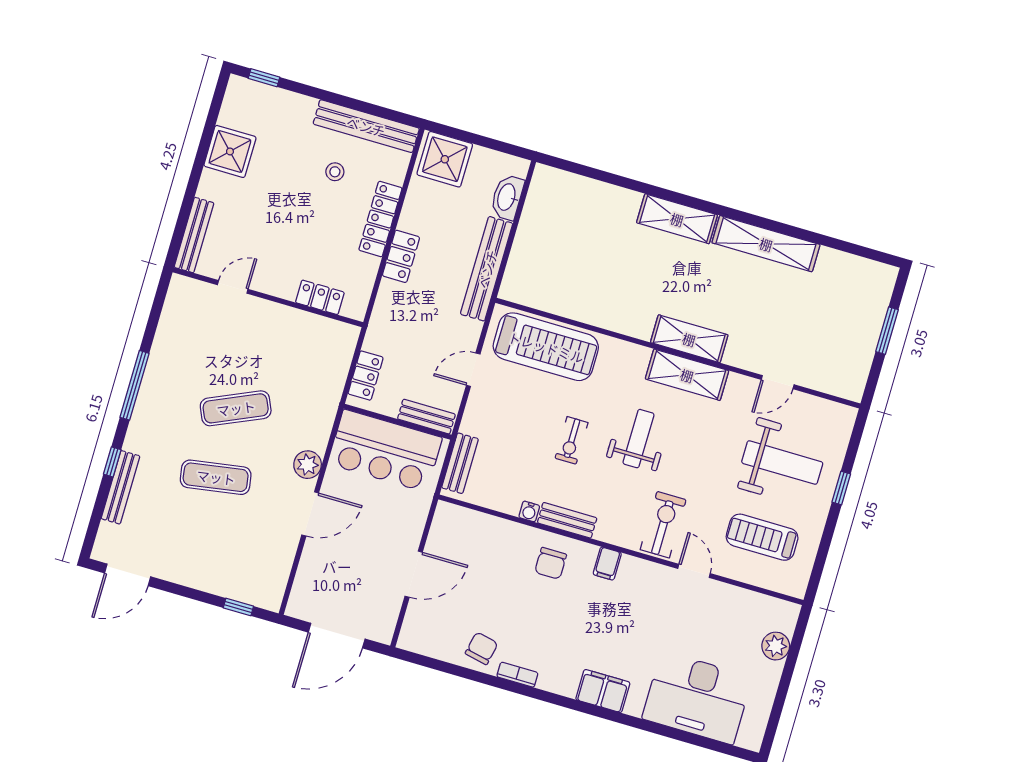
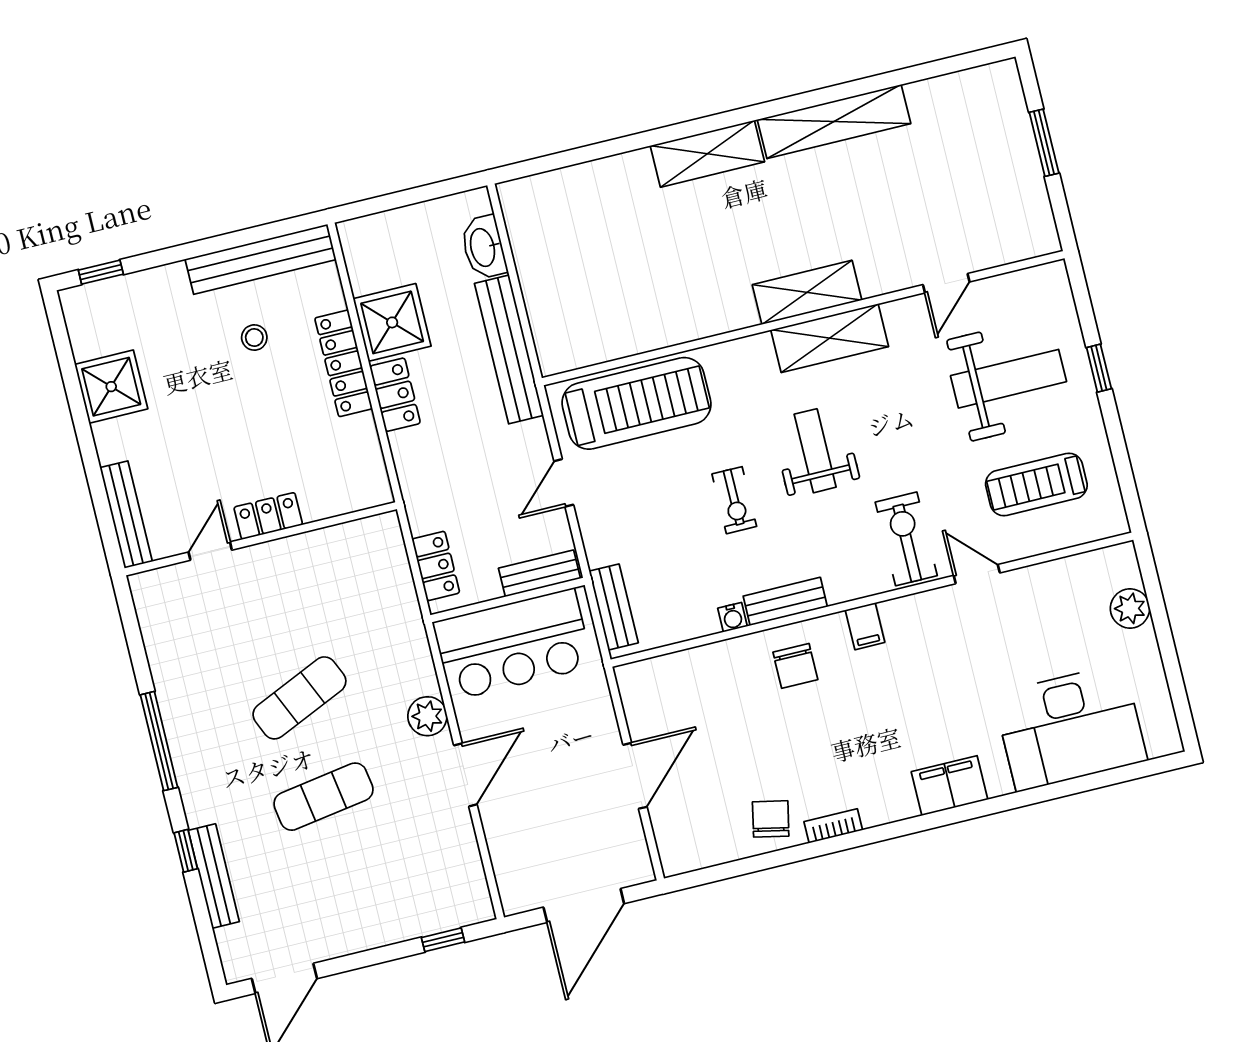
shower: (445, 159) -> (392, 322), moved
locker: (320, 297) -> (268, 516), moved

